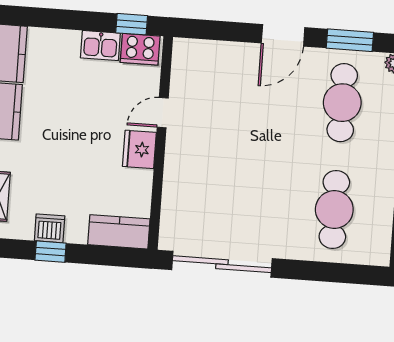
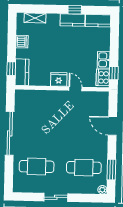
door: (283, 35) -> (112, 126), moved
window: (51, 252) -> (11, 69), moved
sliding door: (222, 264) -> (10, 133), moved

